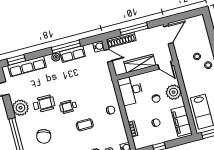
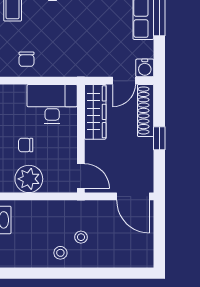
window: (134, 29) -> (159, 138), width x0.46
wardrobe: (140, 64) -> (95, 112), moved
door: (165, 65) -> (81, 176), swing flipped

